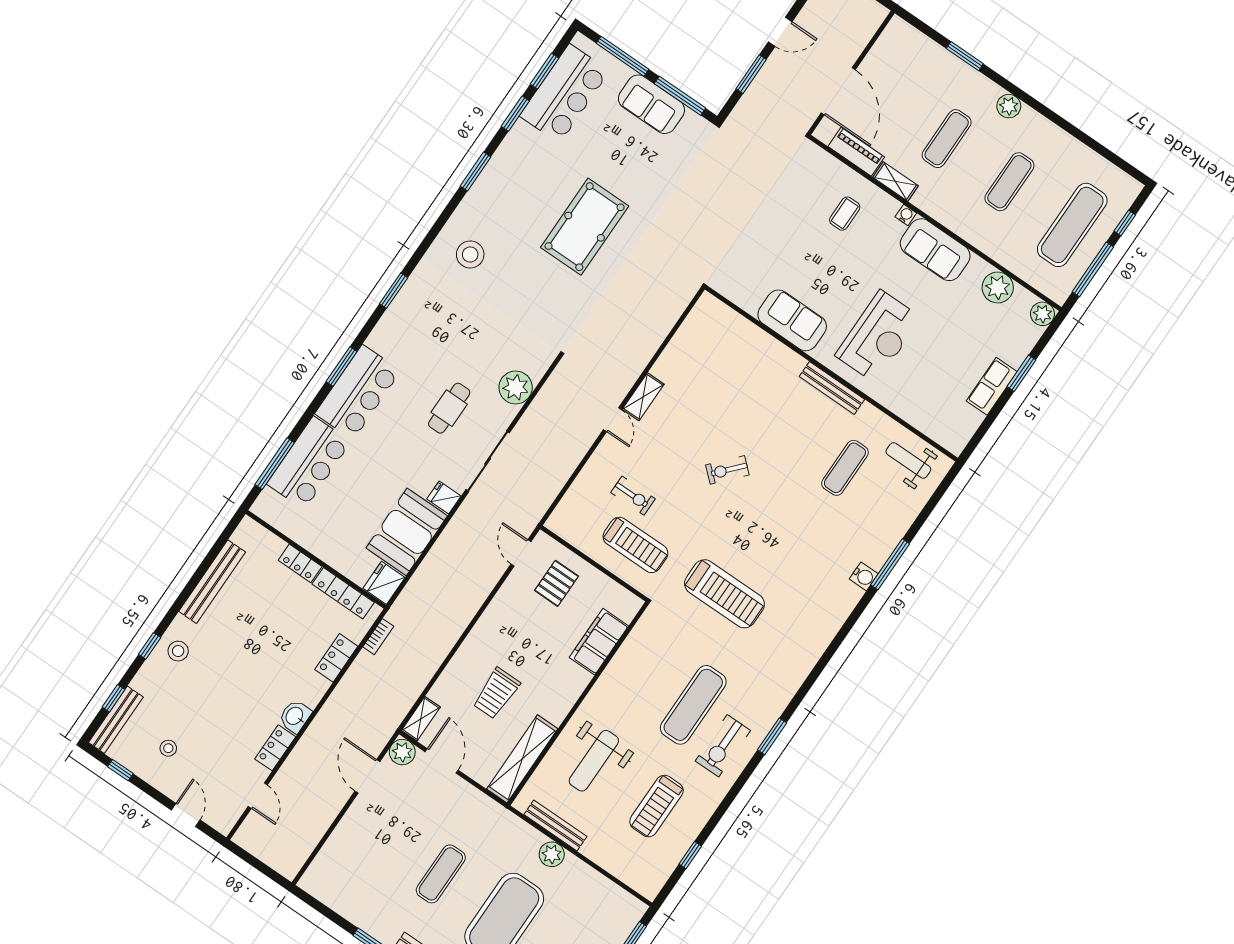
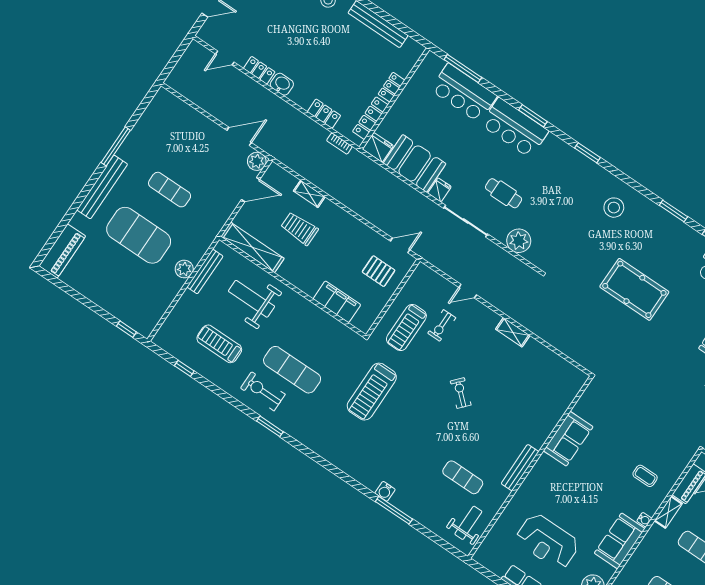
reception desk: (878, 337) -> (547, 542), moved
door: (613, 420) -> (468, 291), moved
shelving: (421, 719) -> (309, 194), moved

